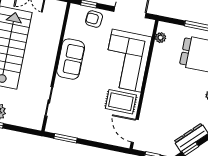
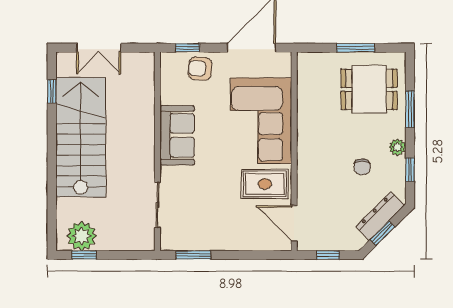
plant: (161, 38) -> (305, 76), removed
chair: (186, 103) -> (362, 167), added

